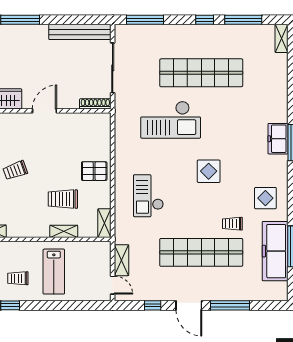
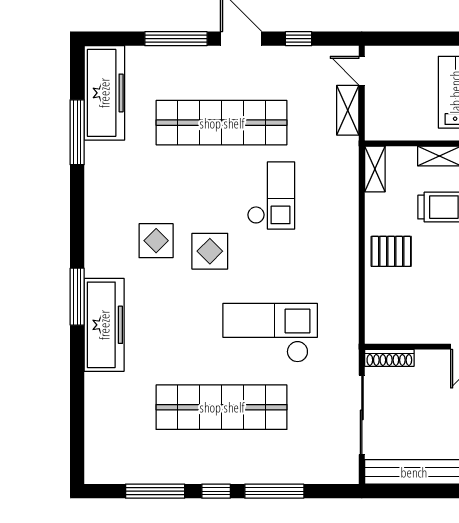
window: (145, 20) -> (274, 491), moved
shelving: (282, 38) -> (94, 462), removed
freezer: (278, 139) -> (104, 325), width x1.91, depth x1.26
checkout: (148, 196) -> (271, 195), moved
display table: (265, 198) -> (156, 241), moved
trolley: (232, 224) -> (172, 168), removed
freezer: (275, 251) -> (104, 93), moved

